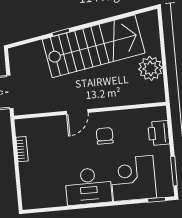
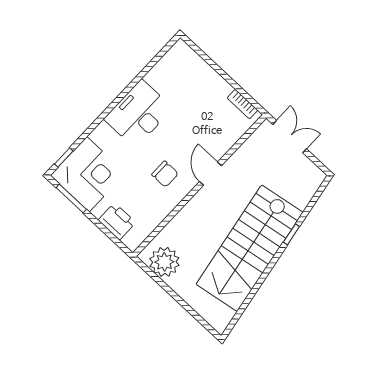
plant: (150, 68) -> (164, 262), moved
bookcase: (22, 149) -> (242, 104), moved
corner desk: (133, 178) -> (88, 174), moved

